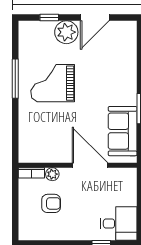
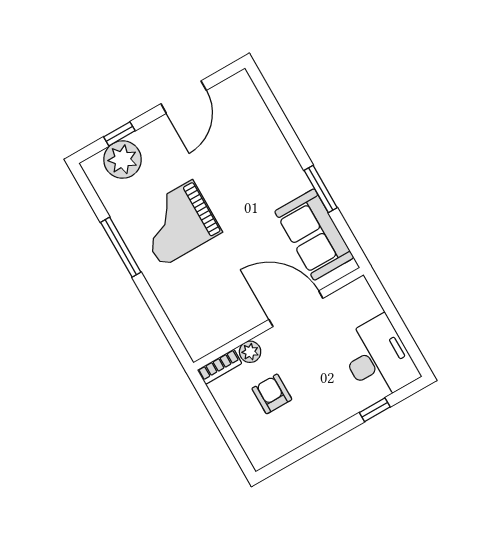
plant: (66, 32) -> (122, 160), moved
armchair: (51, 203) -> (272, 394), turned -90
desk: (119, 223) -> (378, 359), width x1.37

